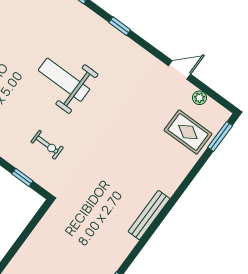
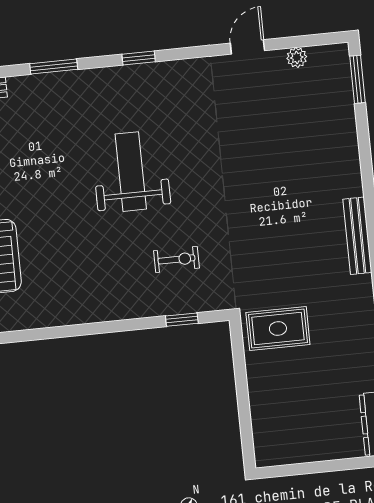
weight bench: (64, 80) -> (131, 172), turned 90
rug: (188, 132) -> (278, 329), moved

